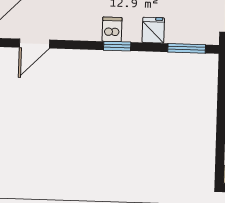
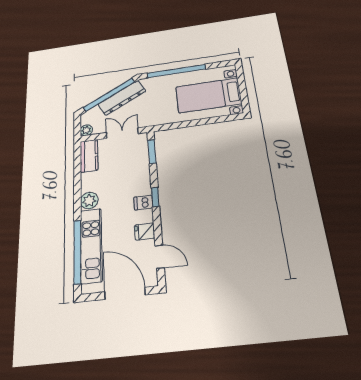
fridge: (153, 30) -> (145, 232), moved

